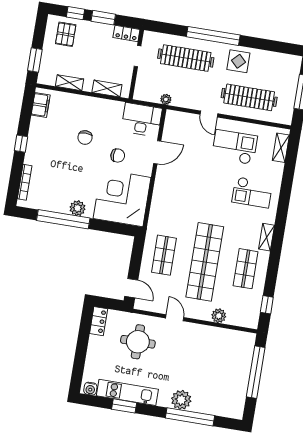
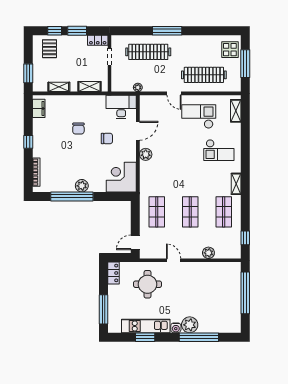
window: (213, 36) -> (167, 31), width x0.68
display table: (238, 61) -> (230, 50), moved
plant: (162, 183) -> (146, 154), added
corner desk: (122, 198) -> (121, 177), width x0.74, depth x0.74
shop shelf: (205, 262) -> (190, 212), width x0.50, depth x0.74
door: (131, 288) -> (135, 242), swing flipped
window: (79, 364) -> (104, 309), added
water cooler: (90, 389) -> (176, 328), moved

